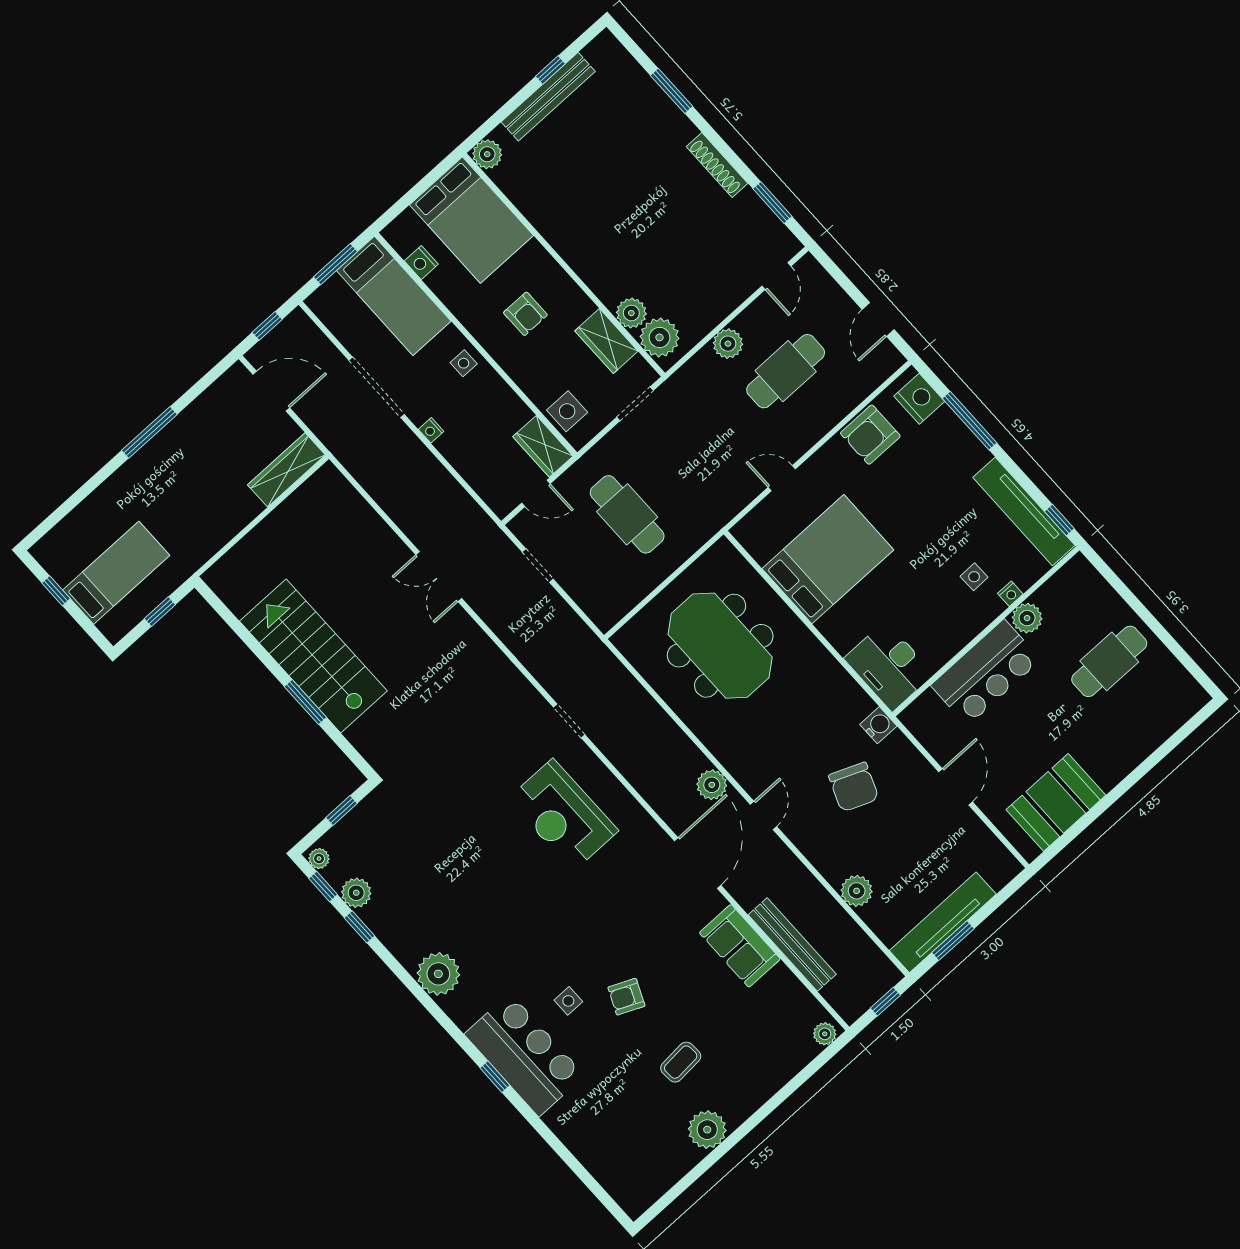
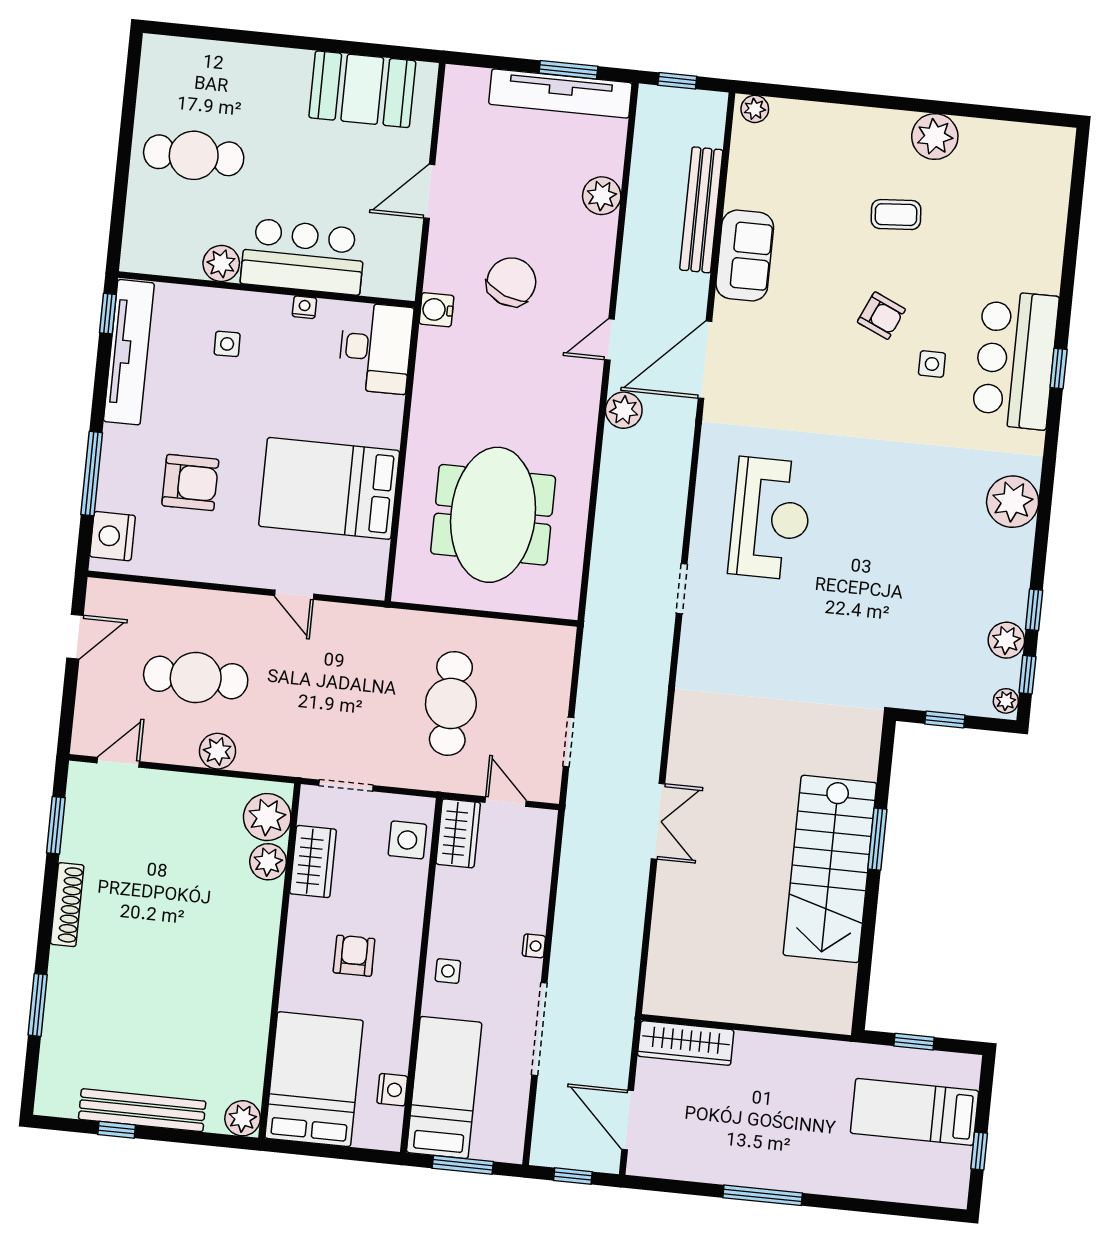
armchair: (870, 435) -> (190, 482), moved
nightstand: (1010, 594) -> (304, 307), moved

